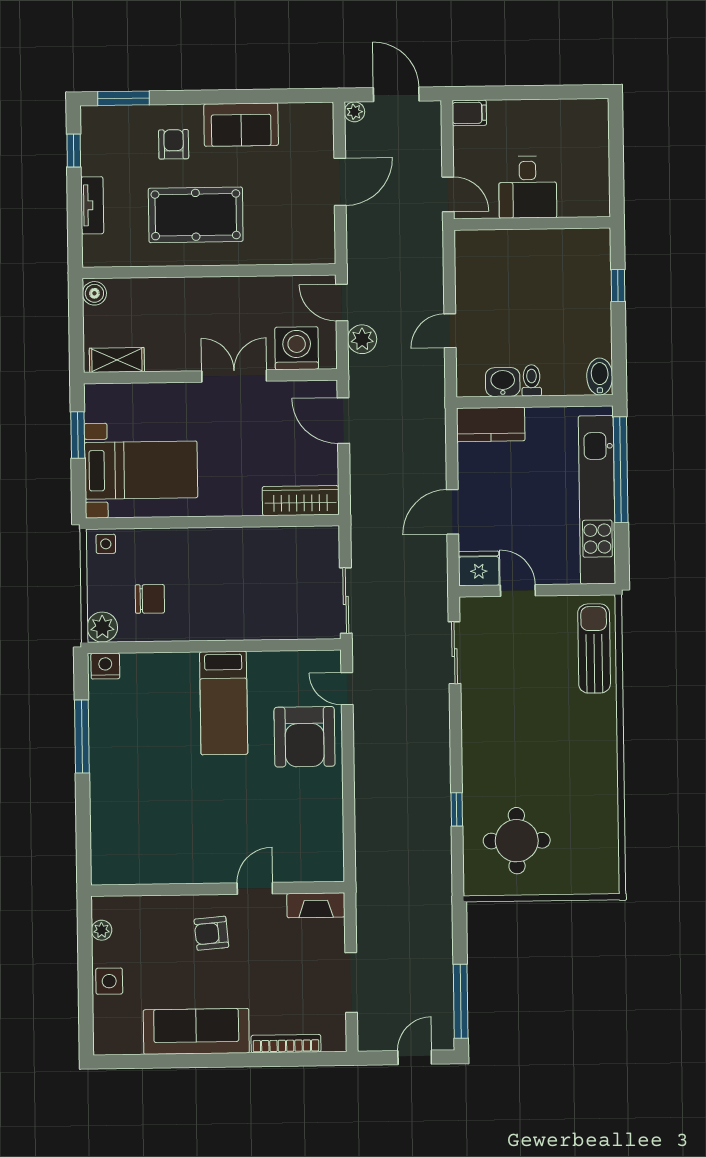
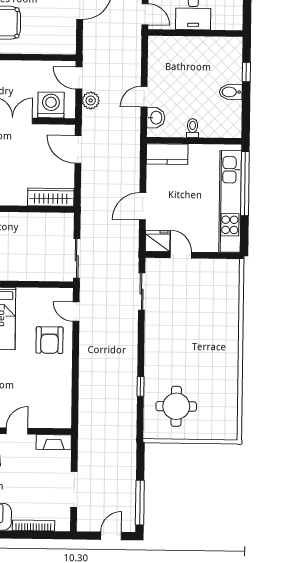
bidet: (600, 377) -> (231, 92), moved, turned -90
washbasin: (503, 382) -> (156, 118), moved, turned 90
sun lounger: (594, 648) -> (226, 291), removed
armchair: (305, 737) -> (50, 340), width x0.73, depth x0.73

